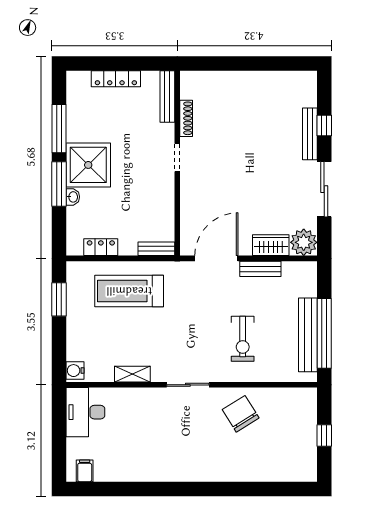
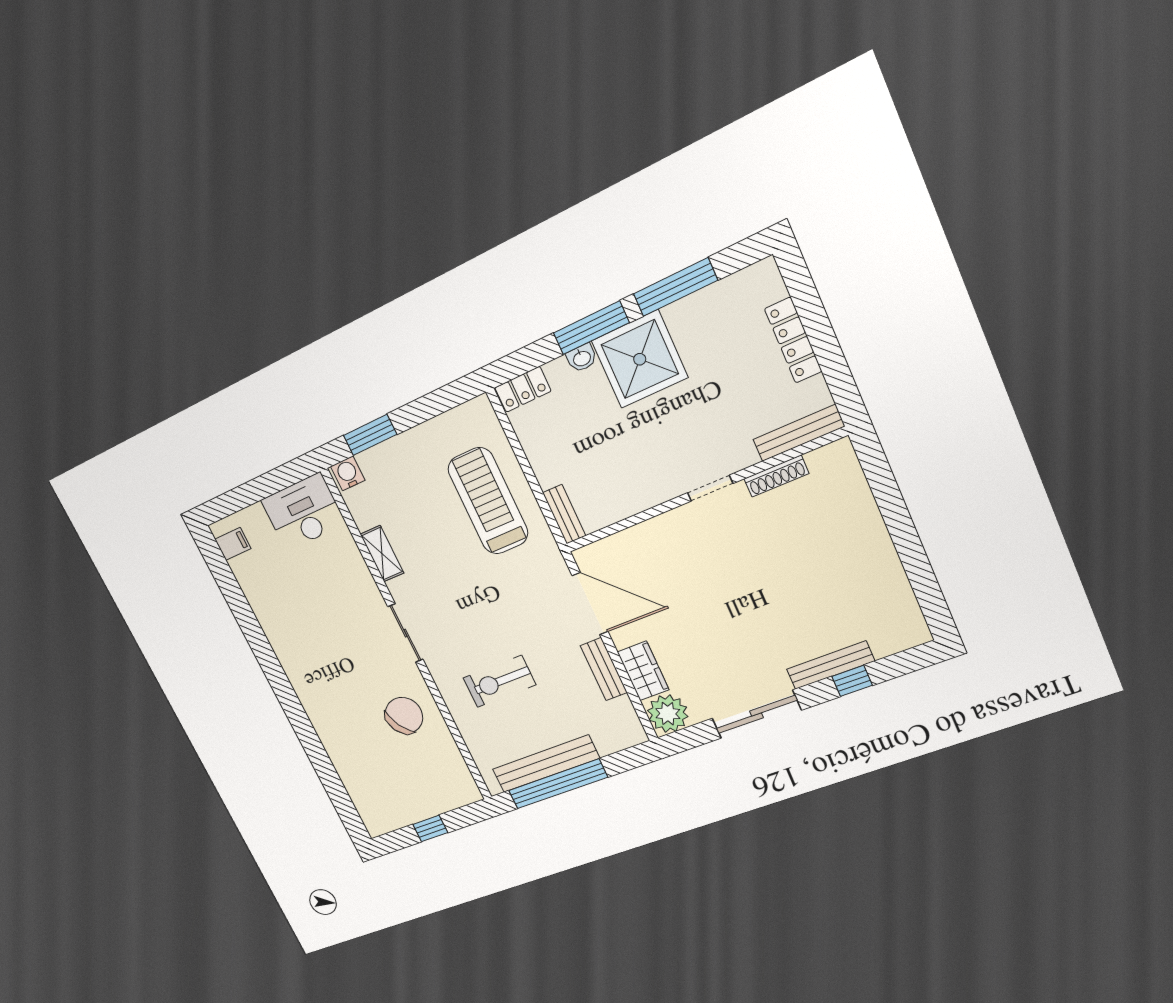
locker: (101, 247) -> (523, 389), moved, turned 90
window: (59, 299) -> (370, 435), moved

